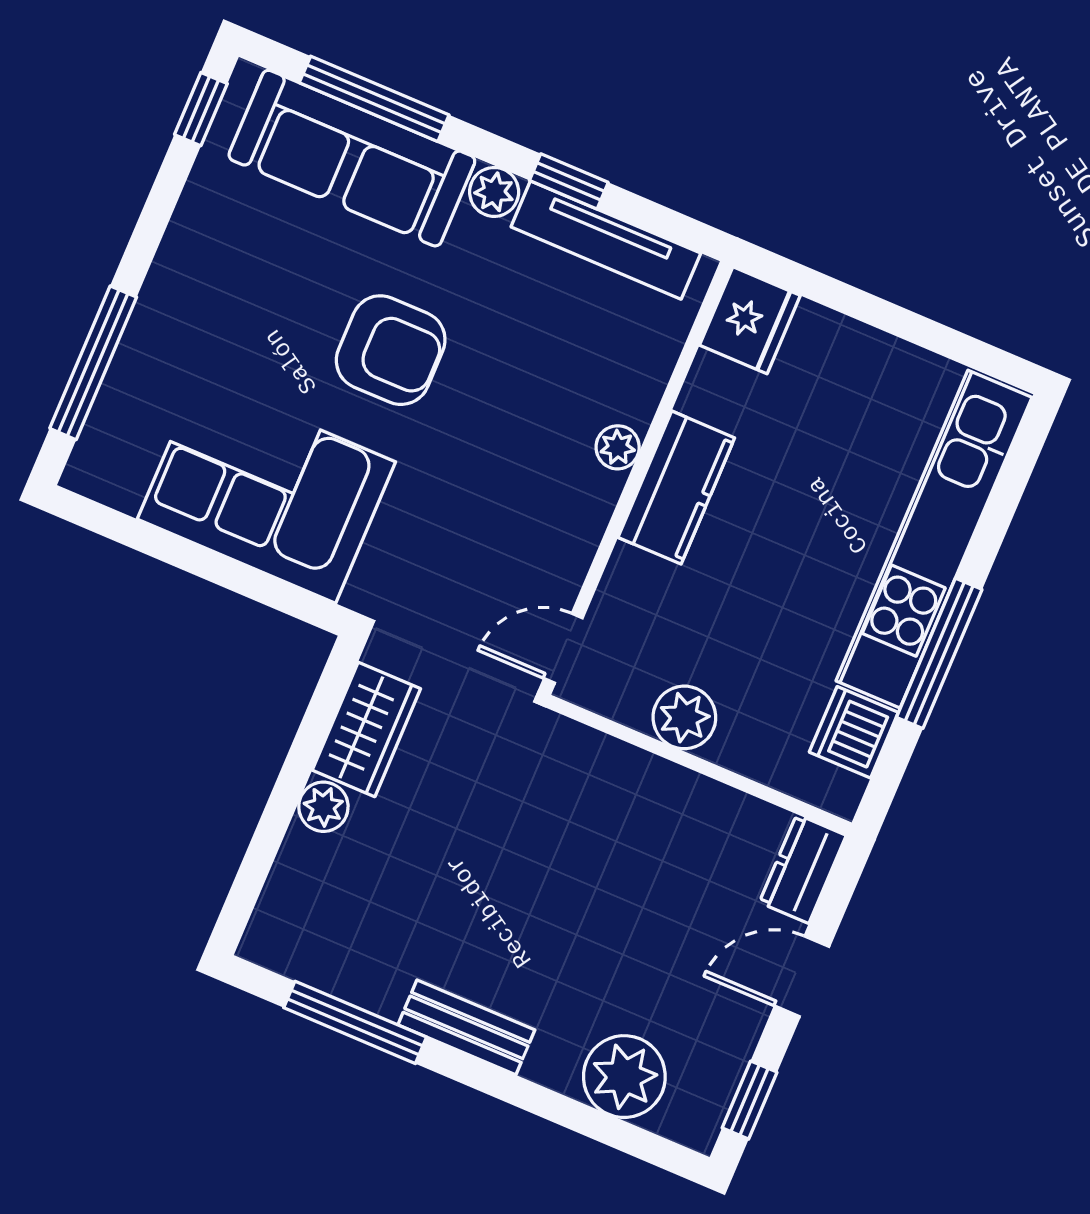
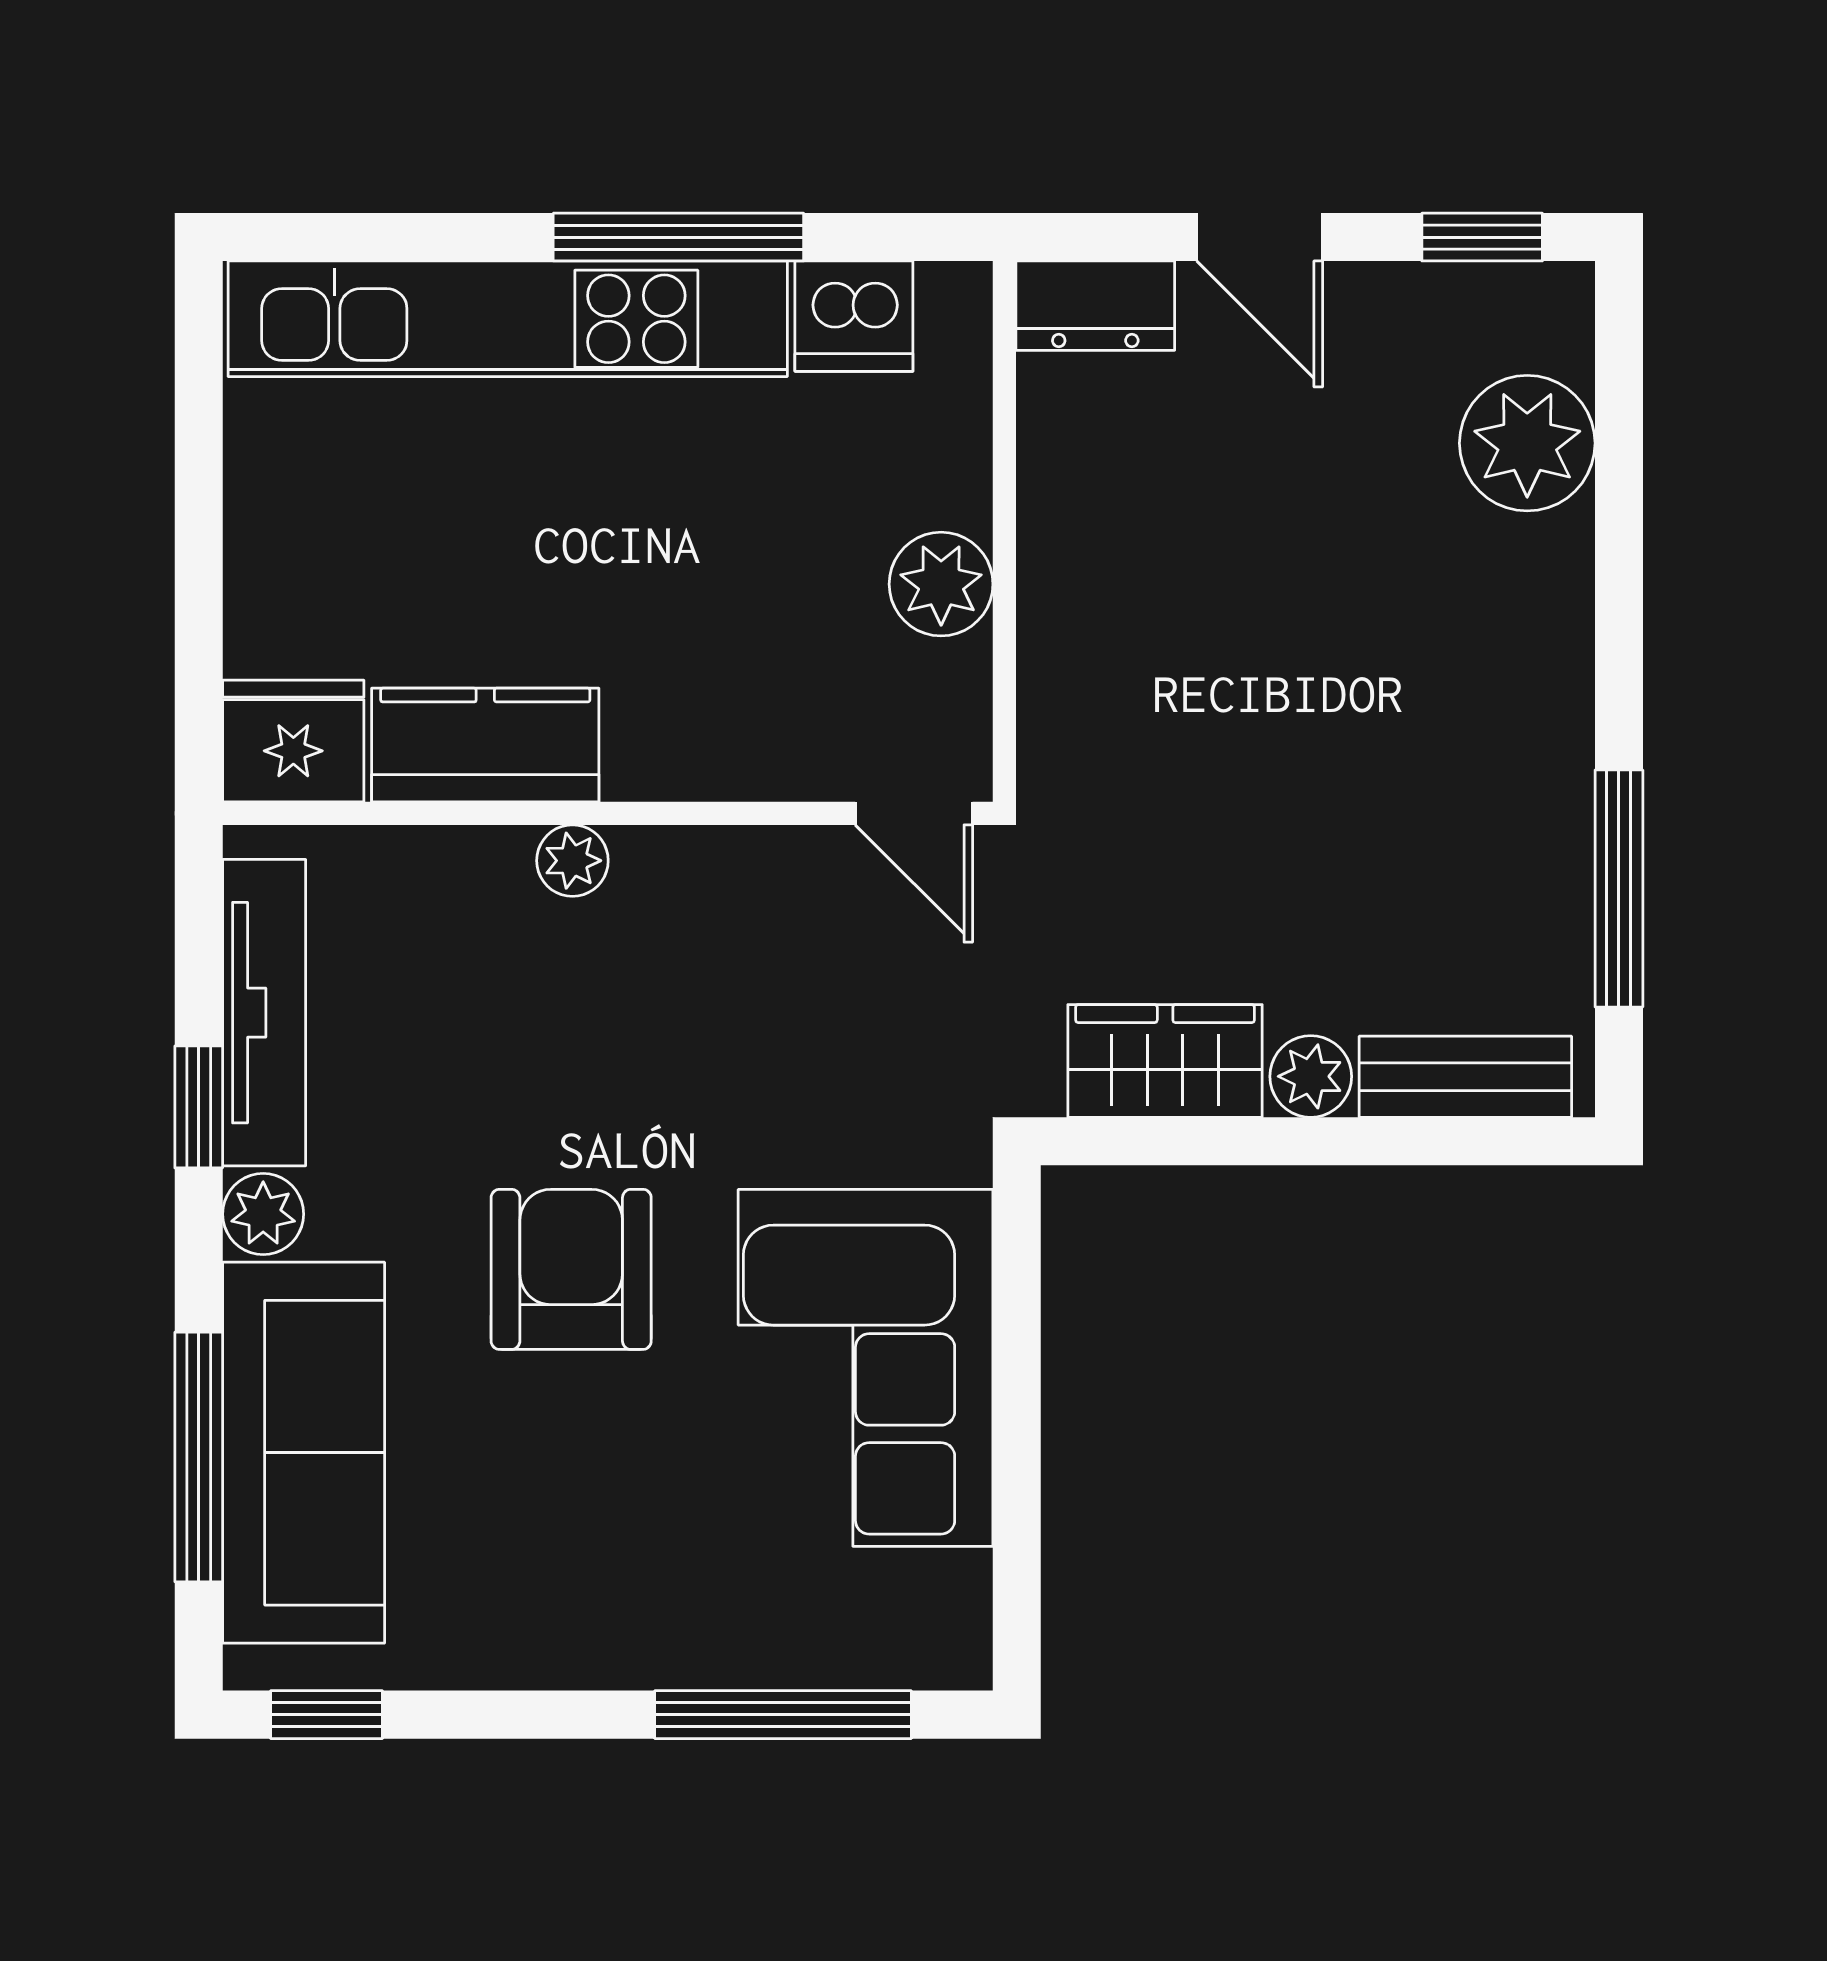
kitchen counter: (676, 488) -> (485, 745), moved
bench: (466, 1027) -> (1465, 1077), moved, turned 90

